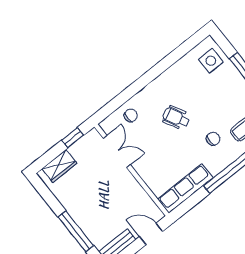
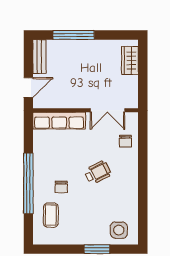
window: (73, 138) -> (143, 86), removed
row of seats: (185, 188) -> (59, 121), moved, turned 90

